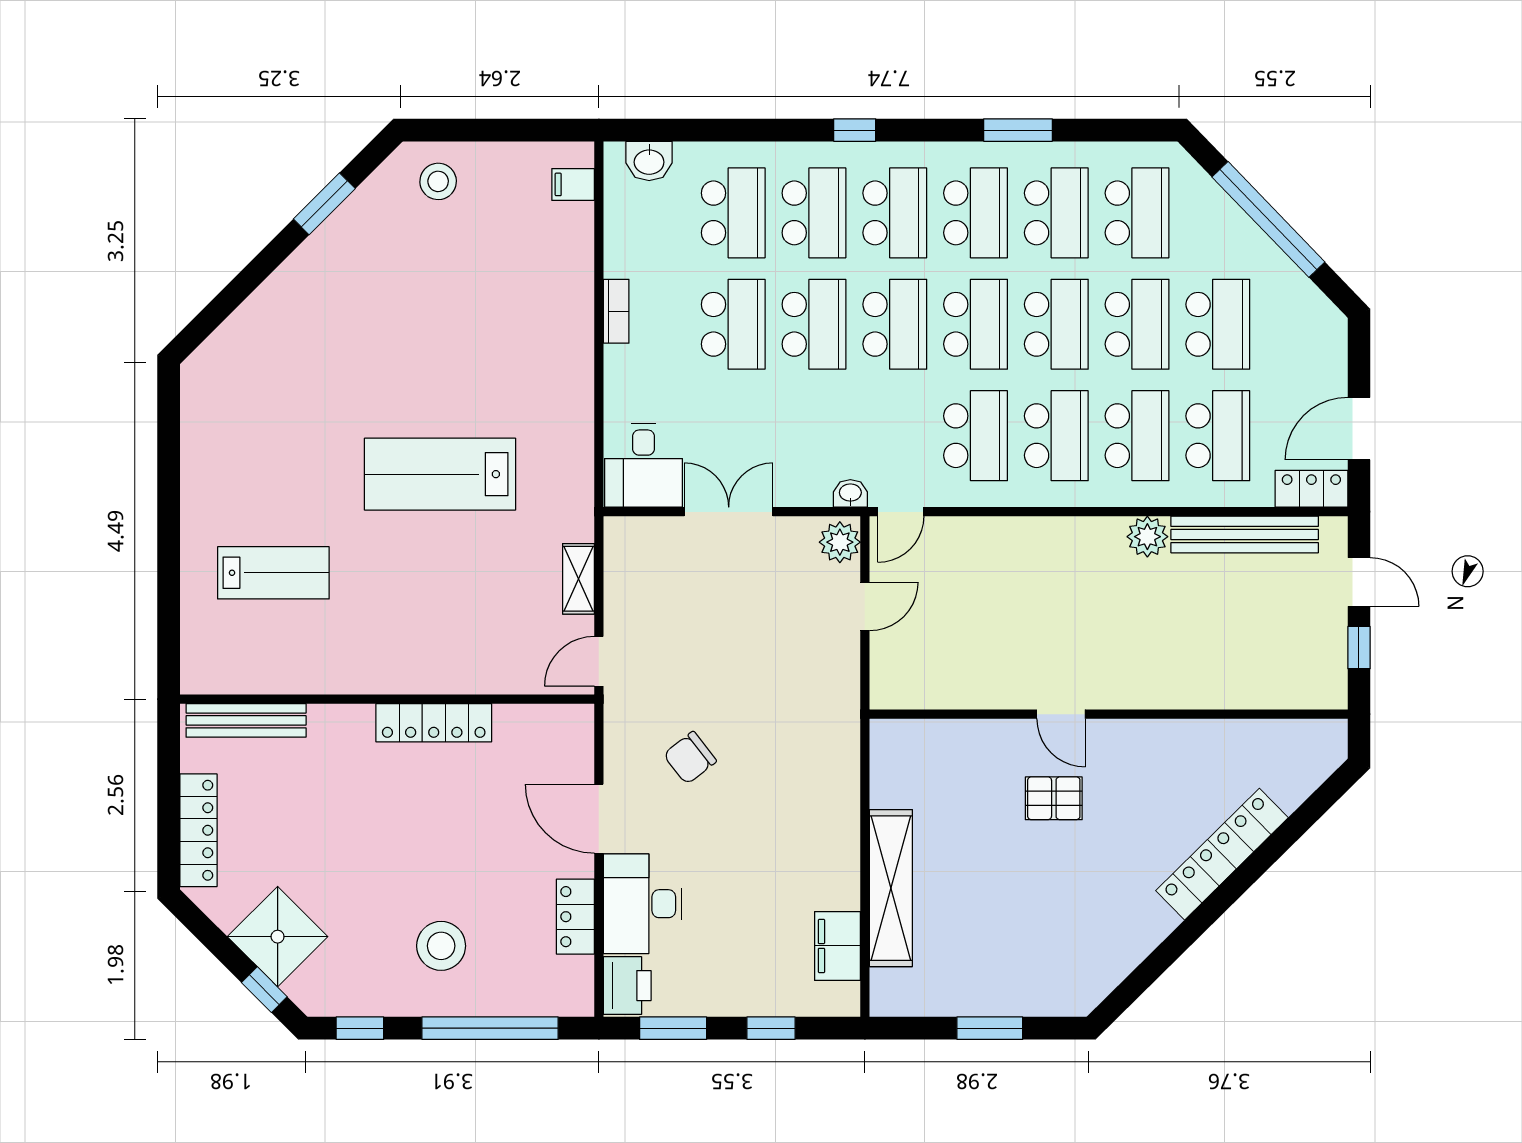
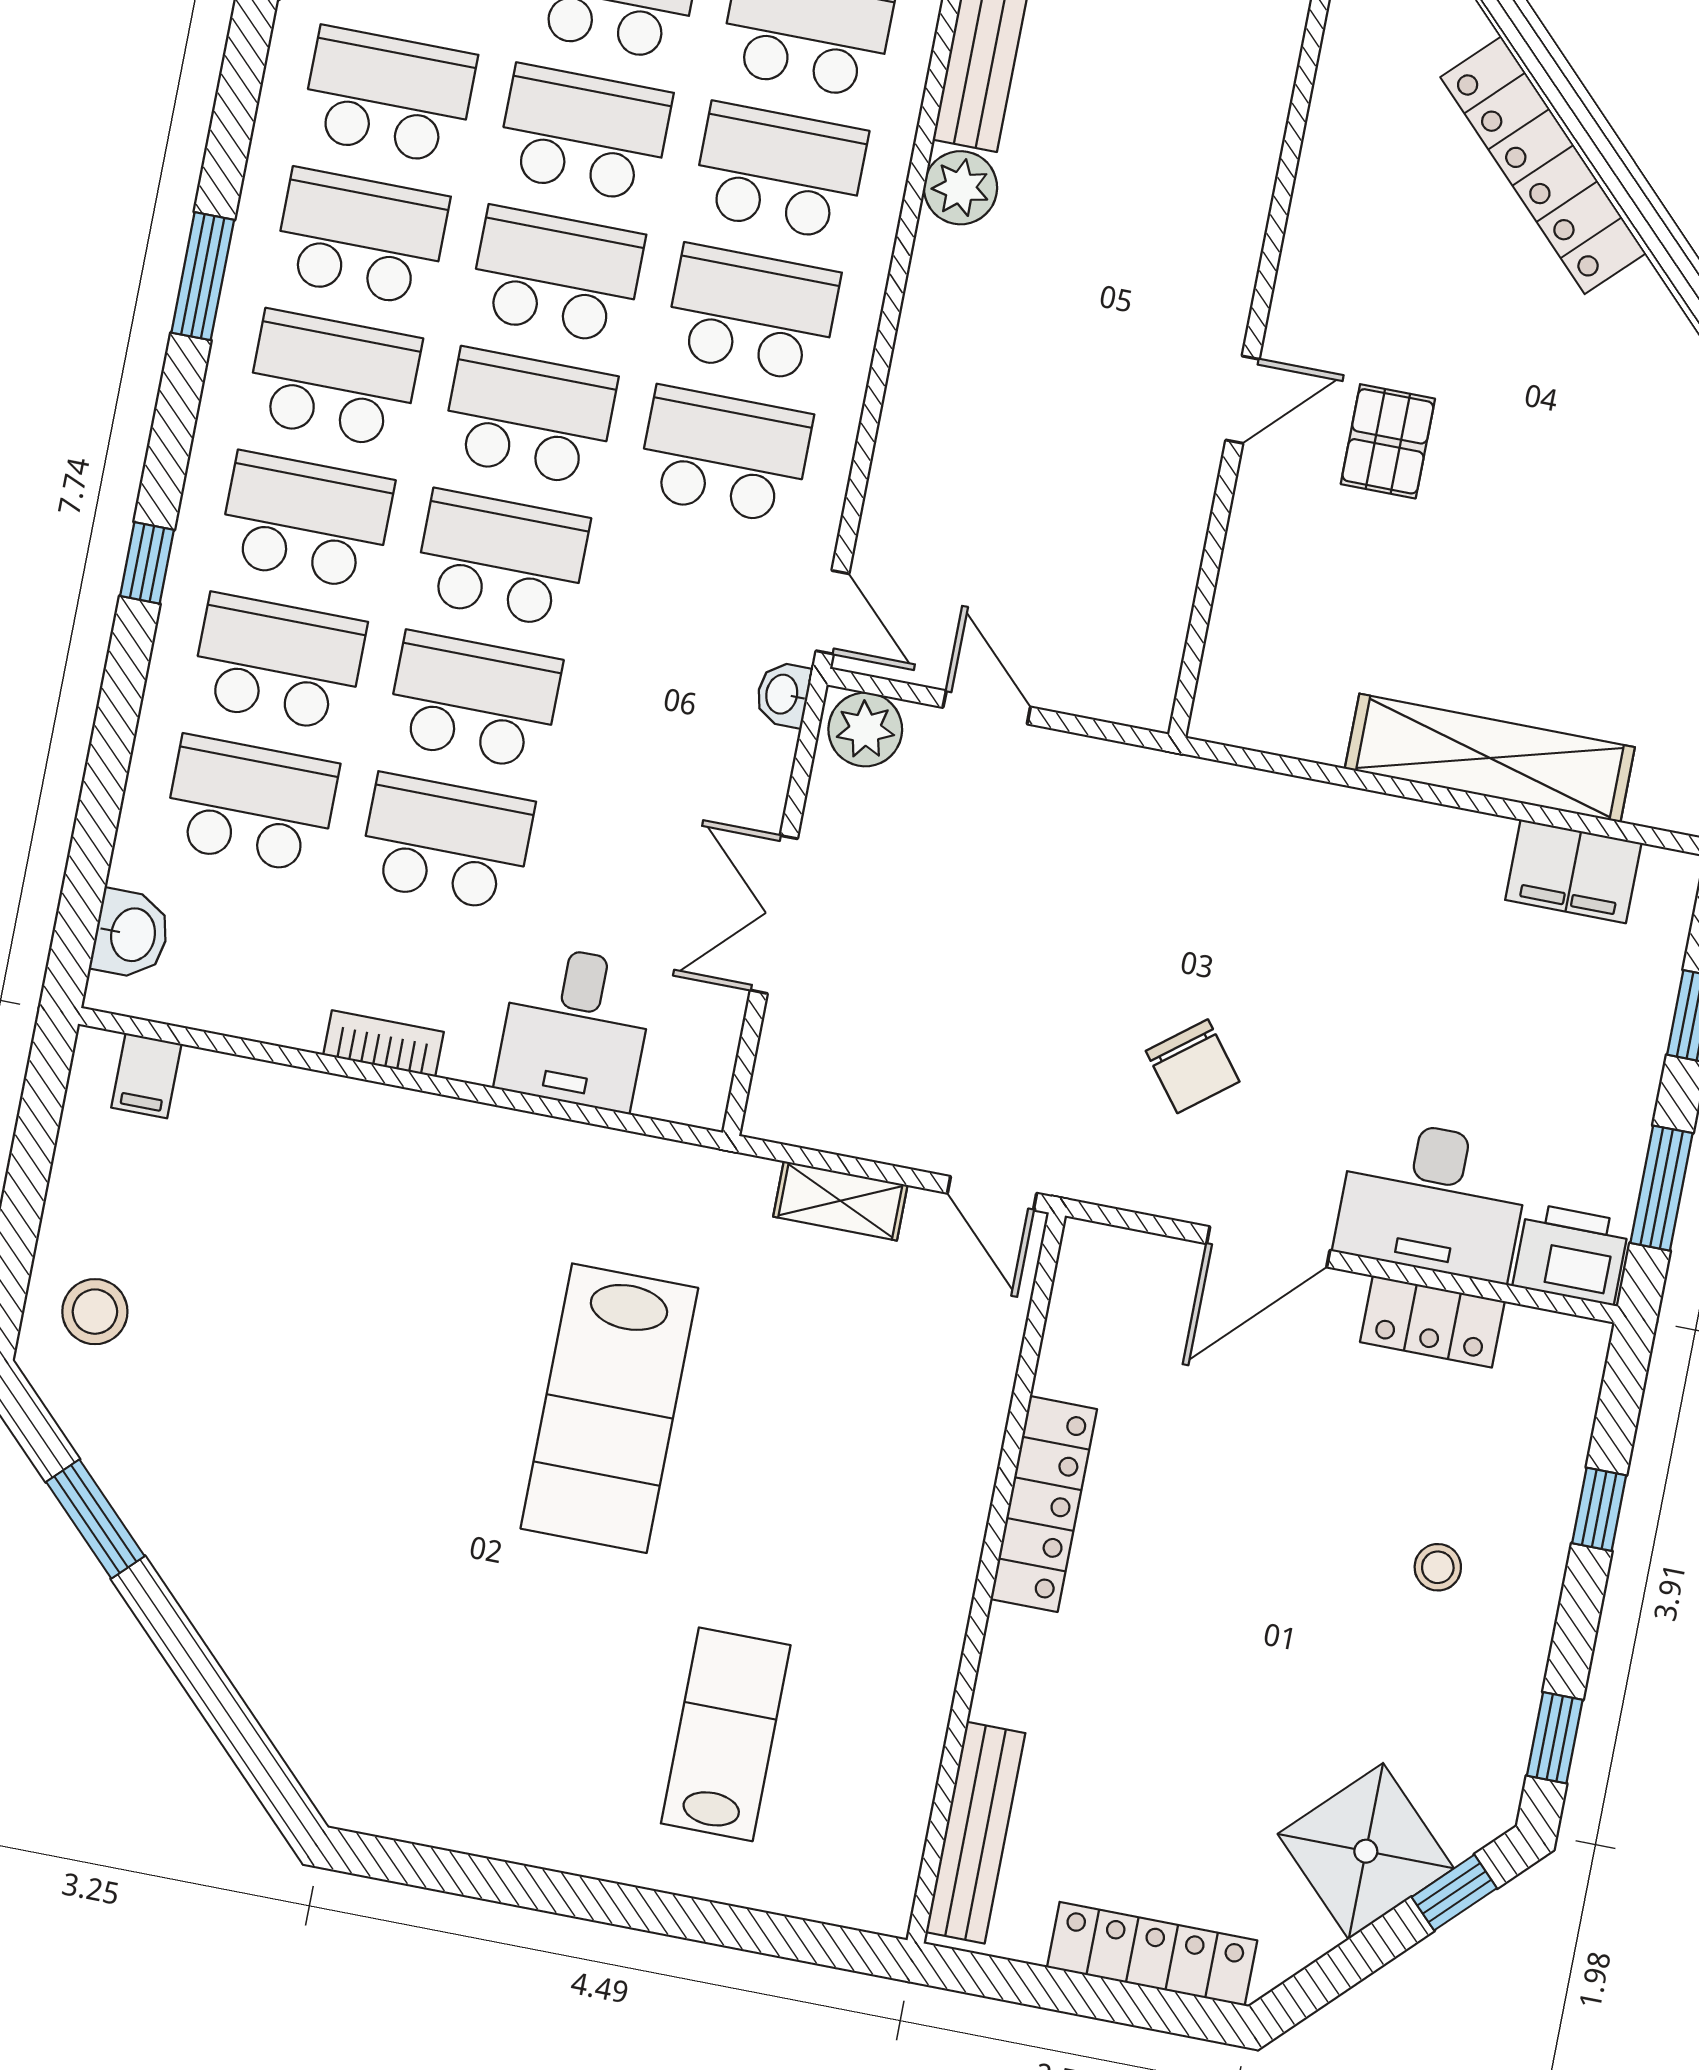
desk: (643, 465) -> (575, 1028), moved, turned 90
stool: (441, 946) -> (1438, 1567), width x0.53, depth x0.53
window: (490, 1028) -> (1599, 1509), width x0.32

